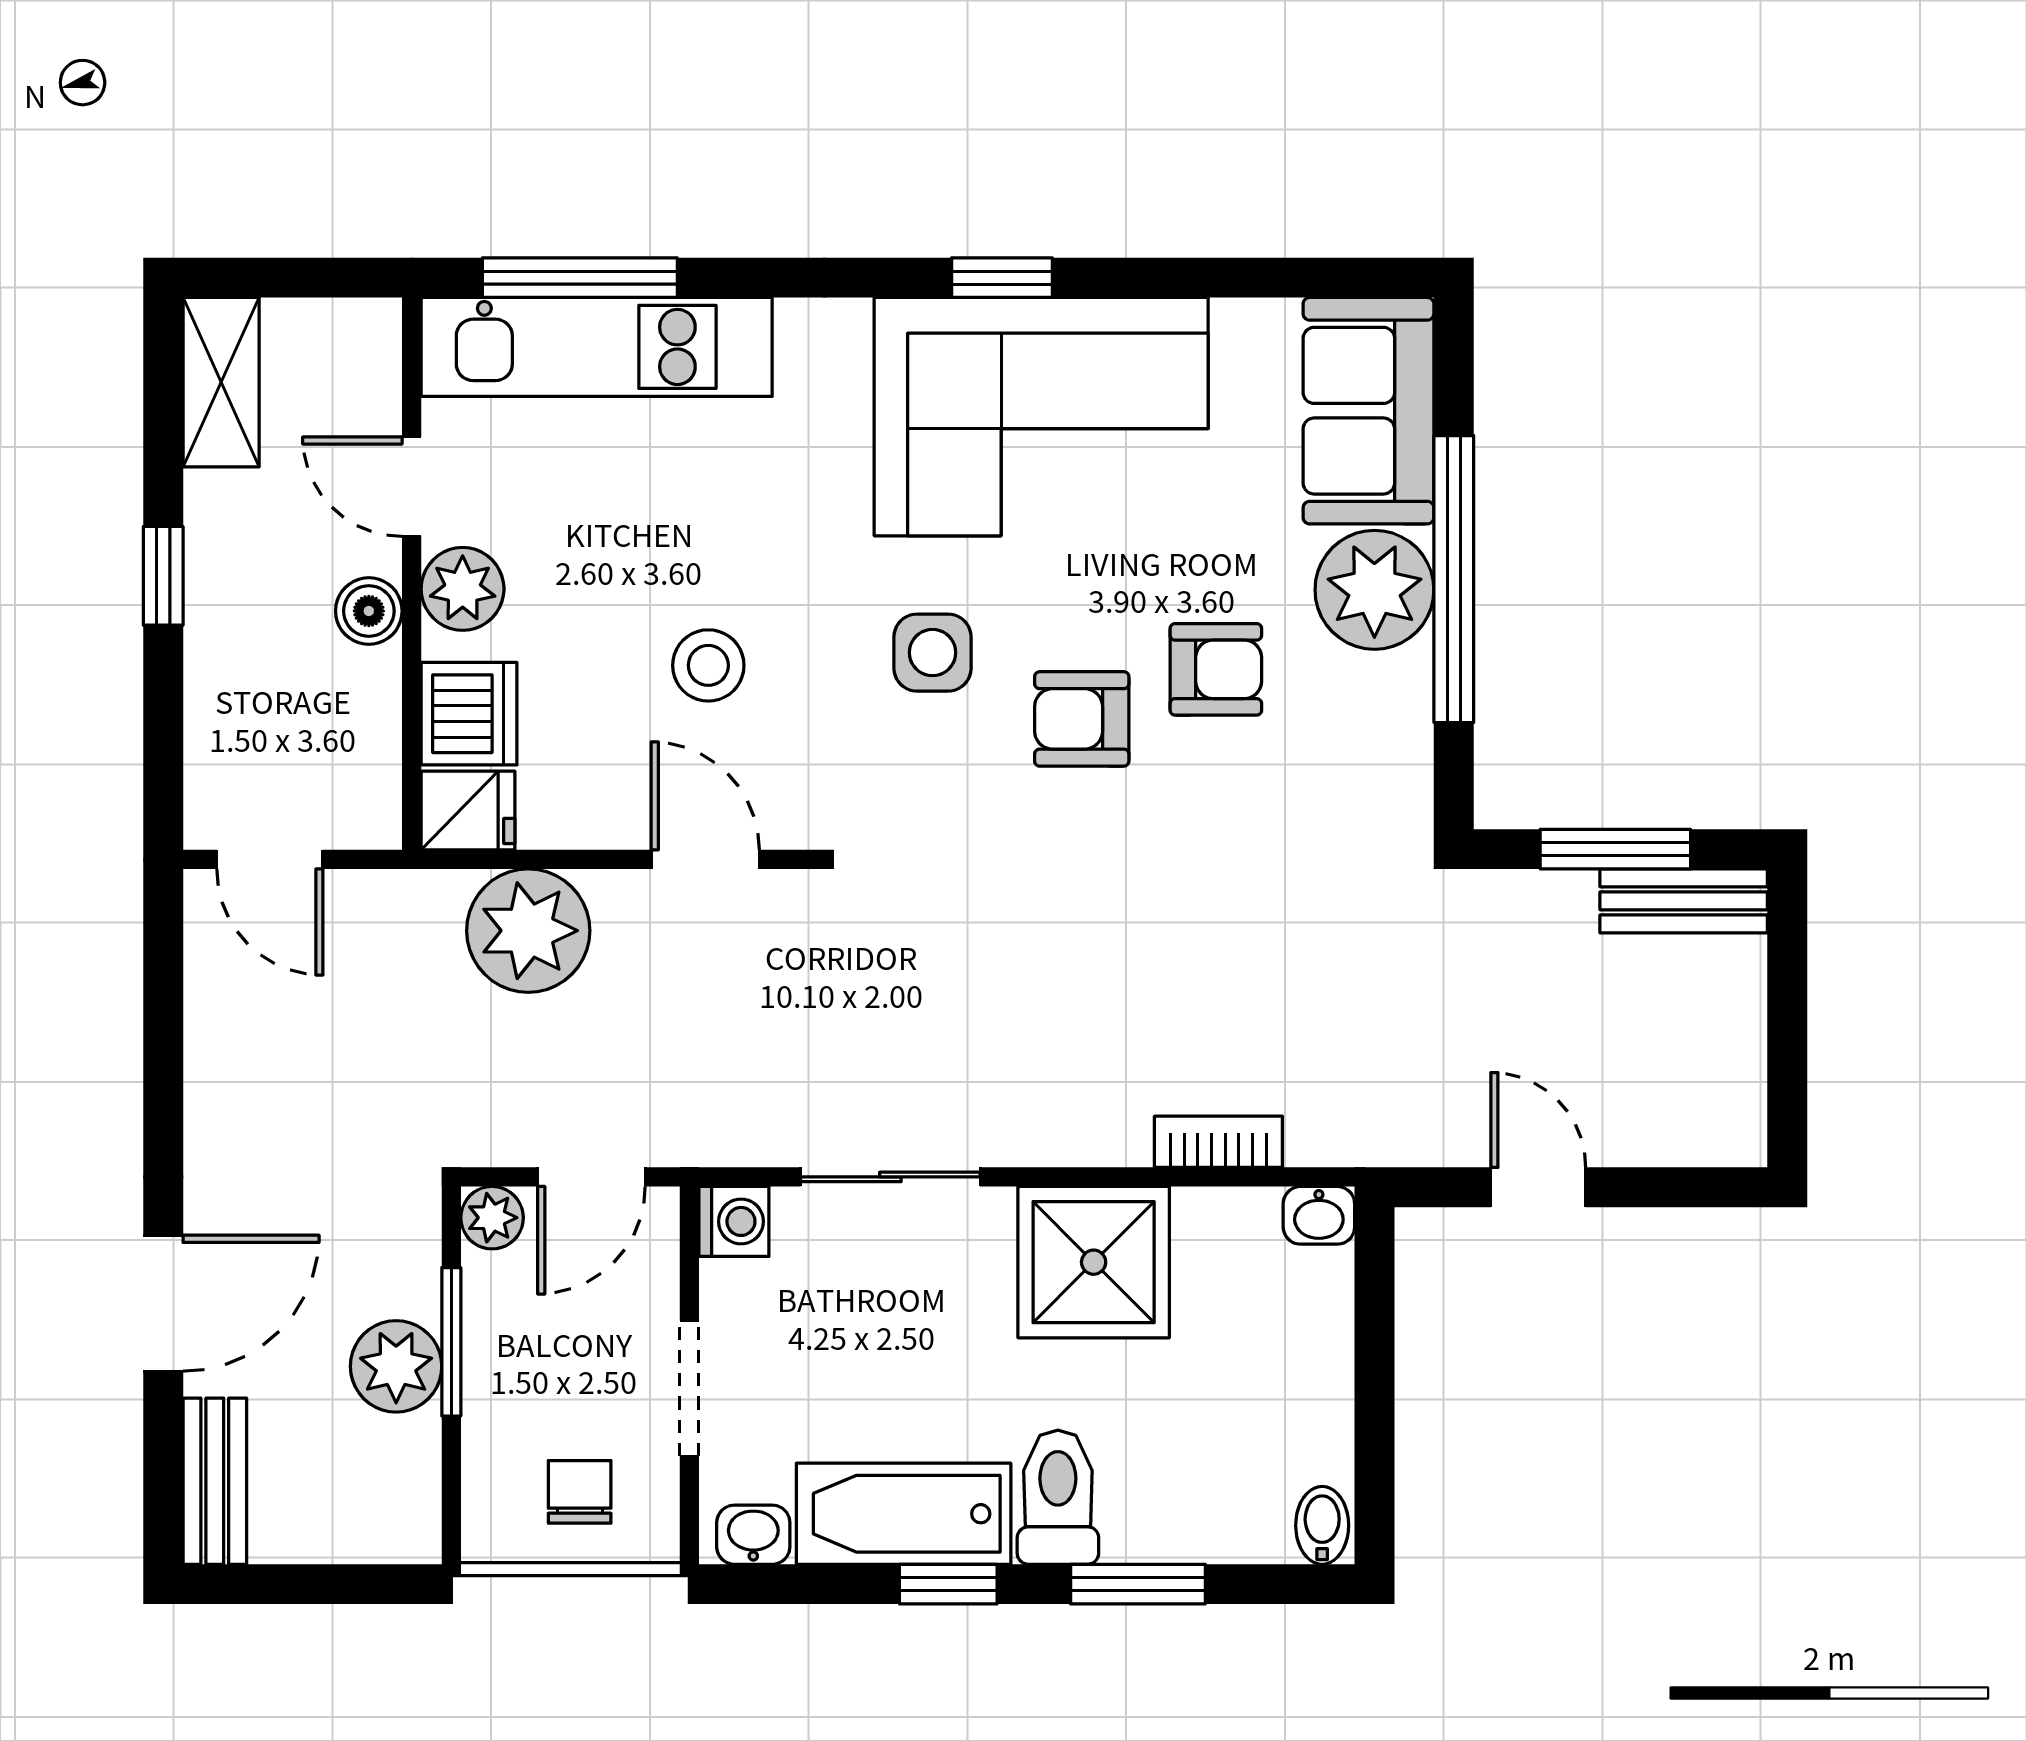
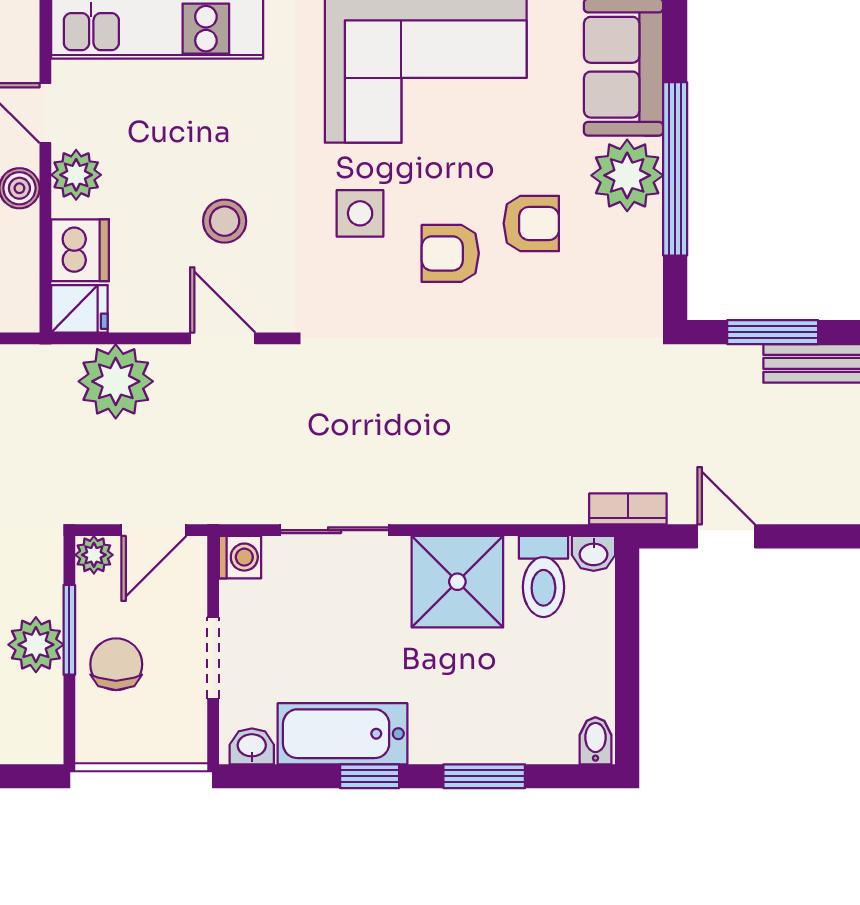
bookcase: (1218, 1142) -> (628, 509), moved
chair: (580, 1492) -> (116, 664), moved, width x1.37, depth x1.37
toilet: (1058, 1497) -> (543, 576), moved, turned 180

